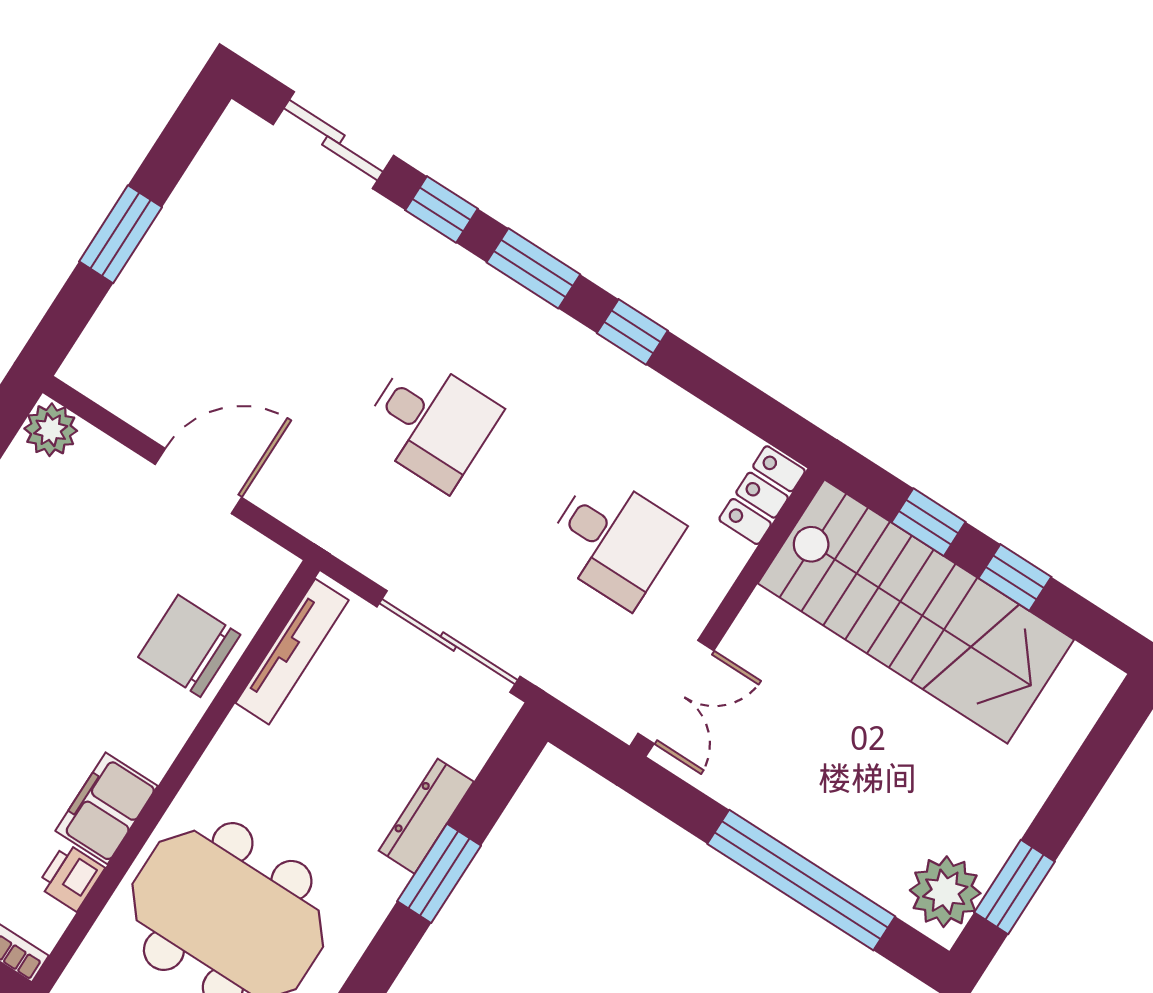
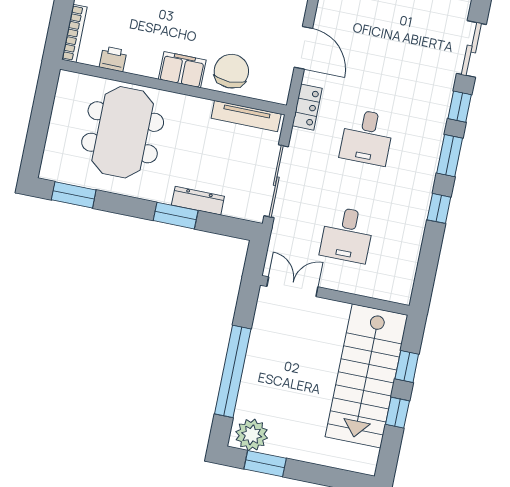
locker: (762, 495) -> (307, 107), moved, turned 90
double door: (676, 692) -> (292, 287), swing flipped
filing cabinet: (107, 808) -> (182, 70), moved

